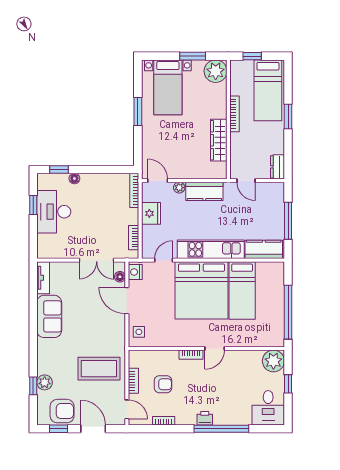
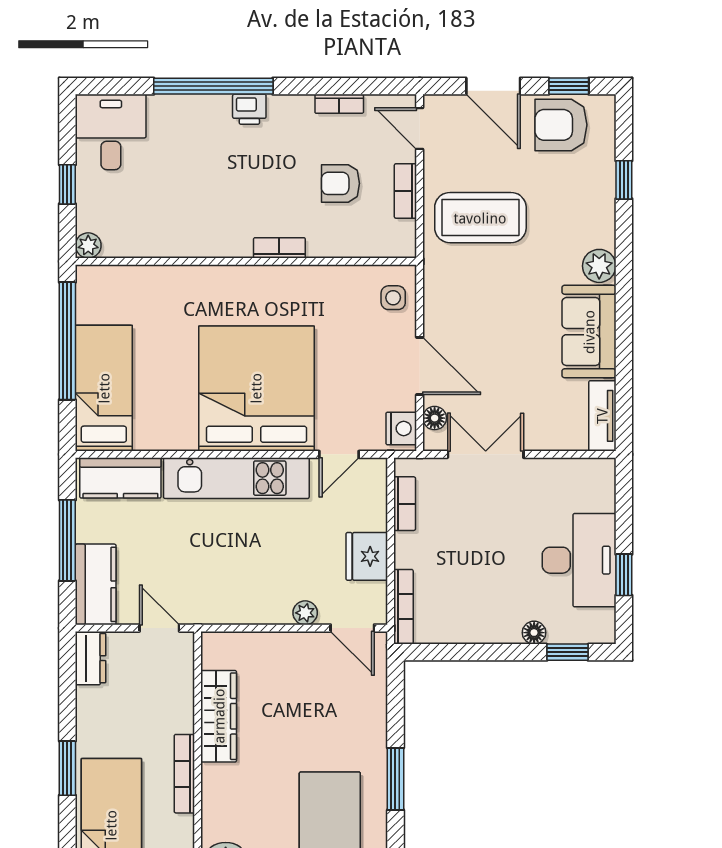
kitchen counter: (204, 191) -> (96, 584), moved, turned 90
bed: (242, 290) -> (104, 388), moved
door: (215, 349) -> (228, 261), removed
plant: (273, 361) -> (88, 245), width x0.53, depth x0.53
plant: (45, 382) -> (599, 266), moved

